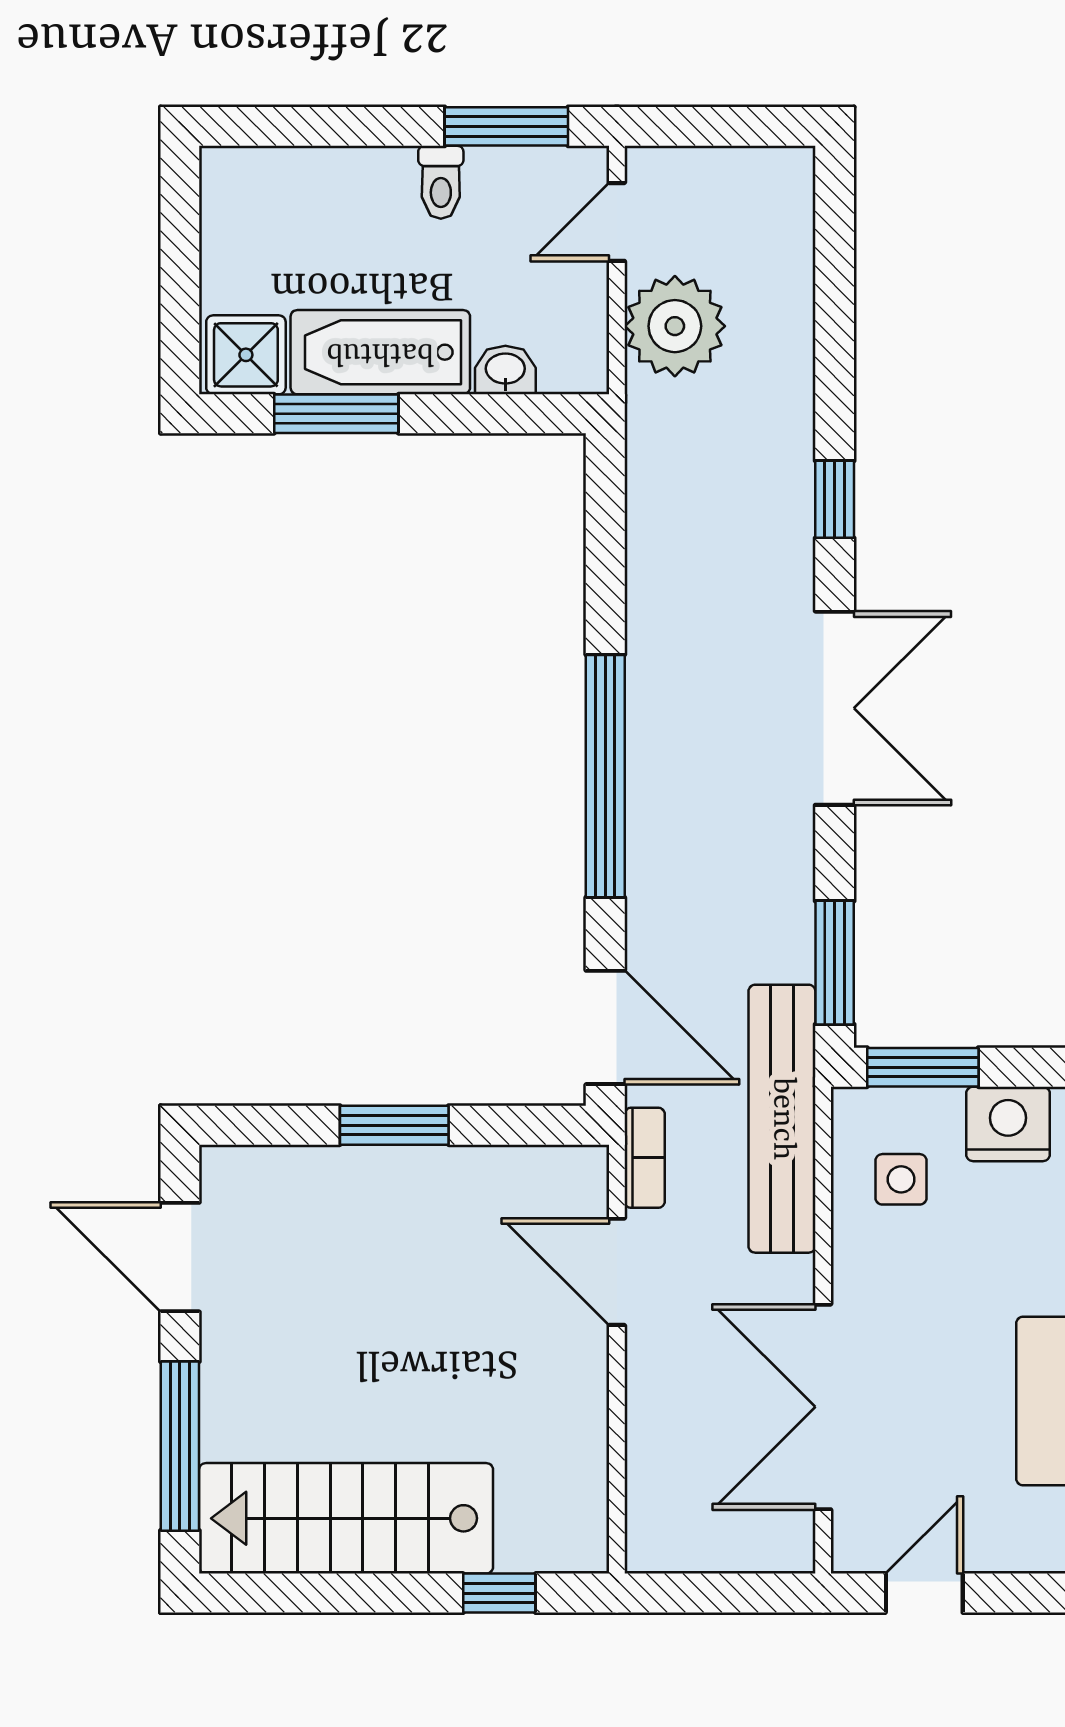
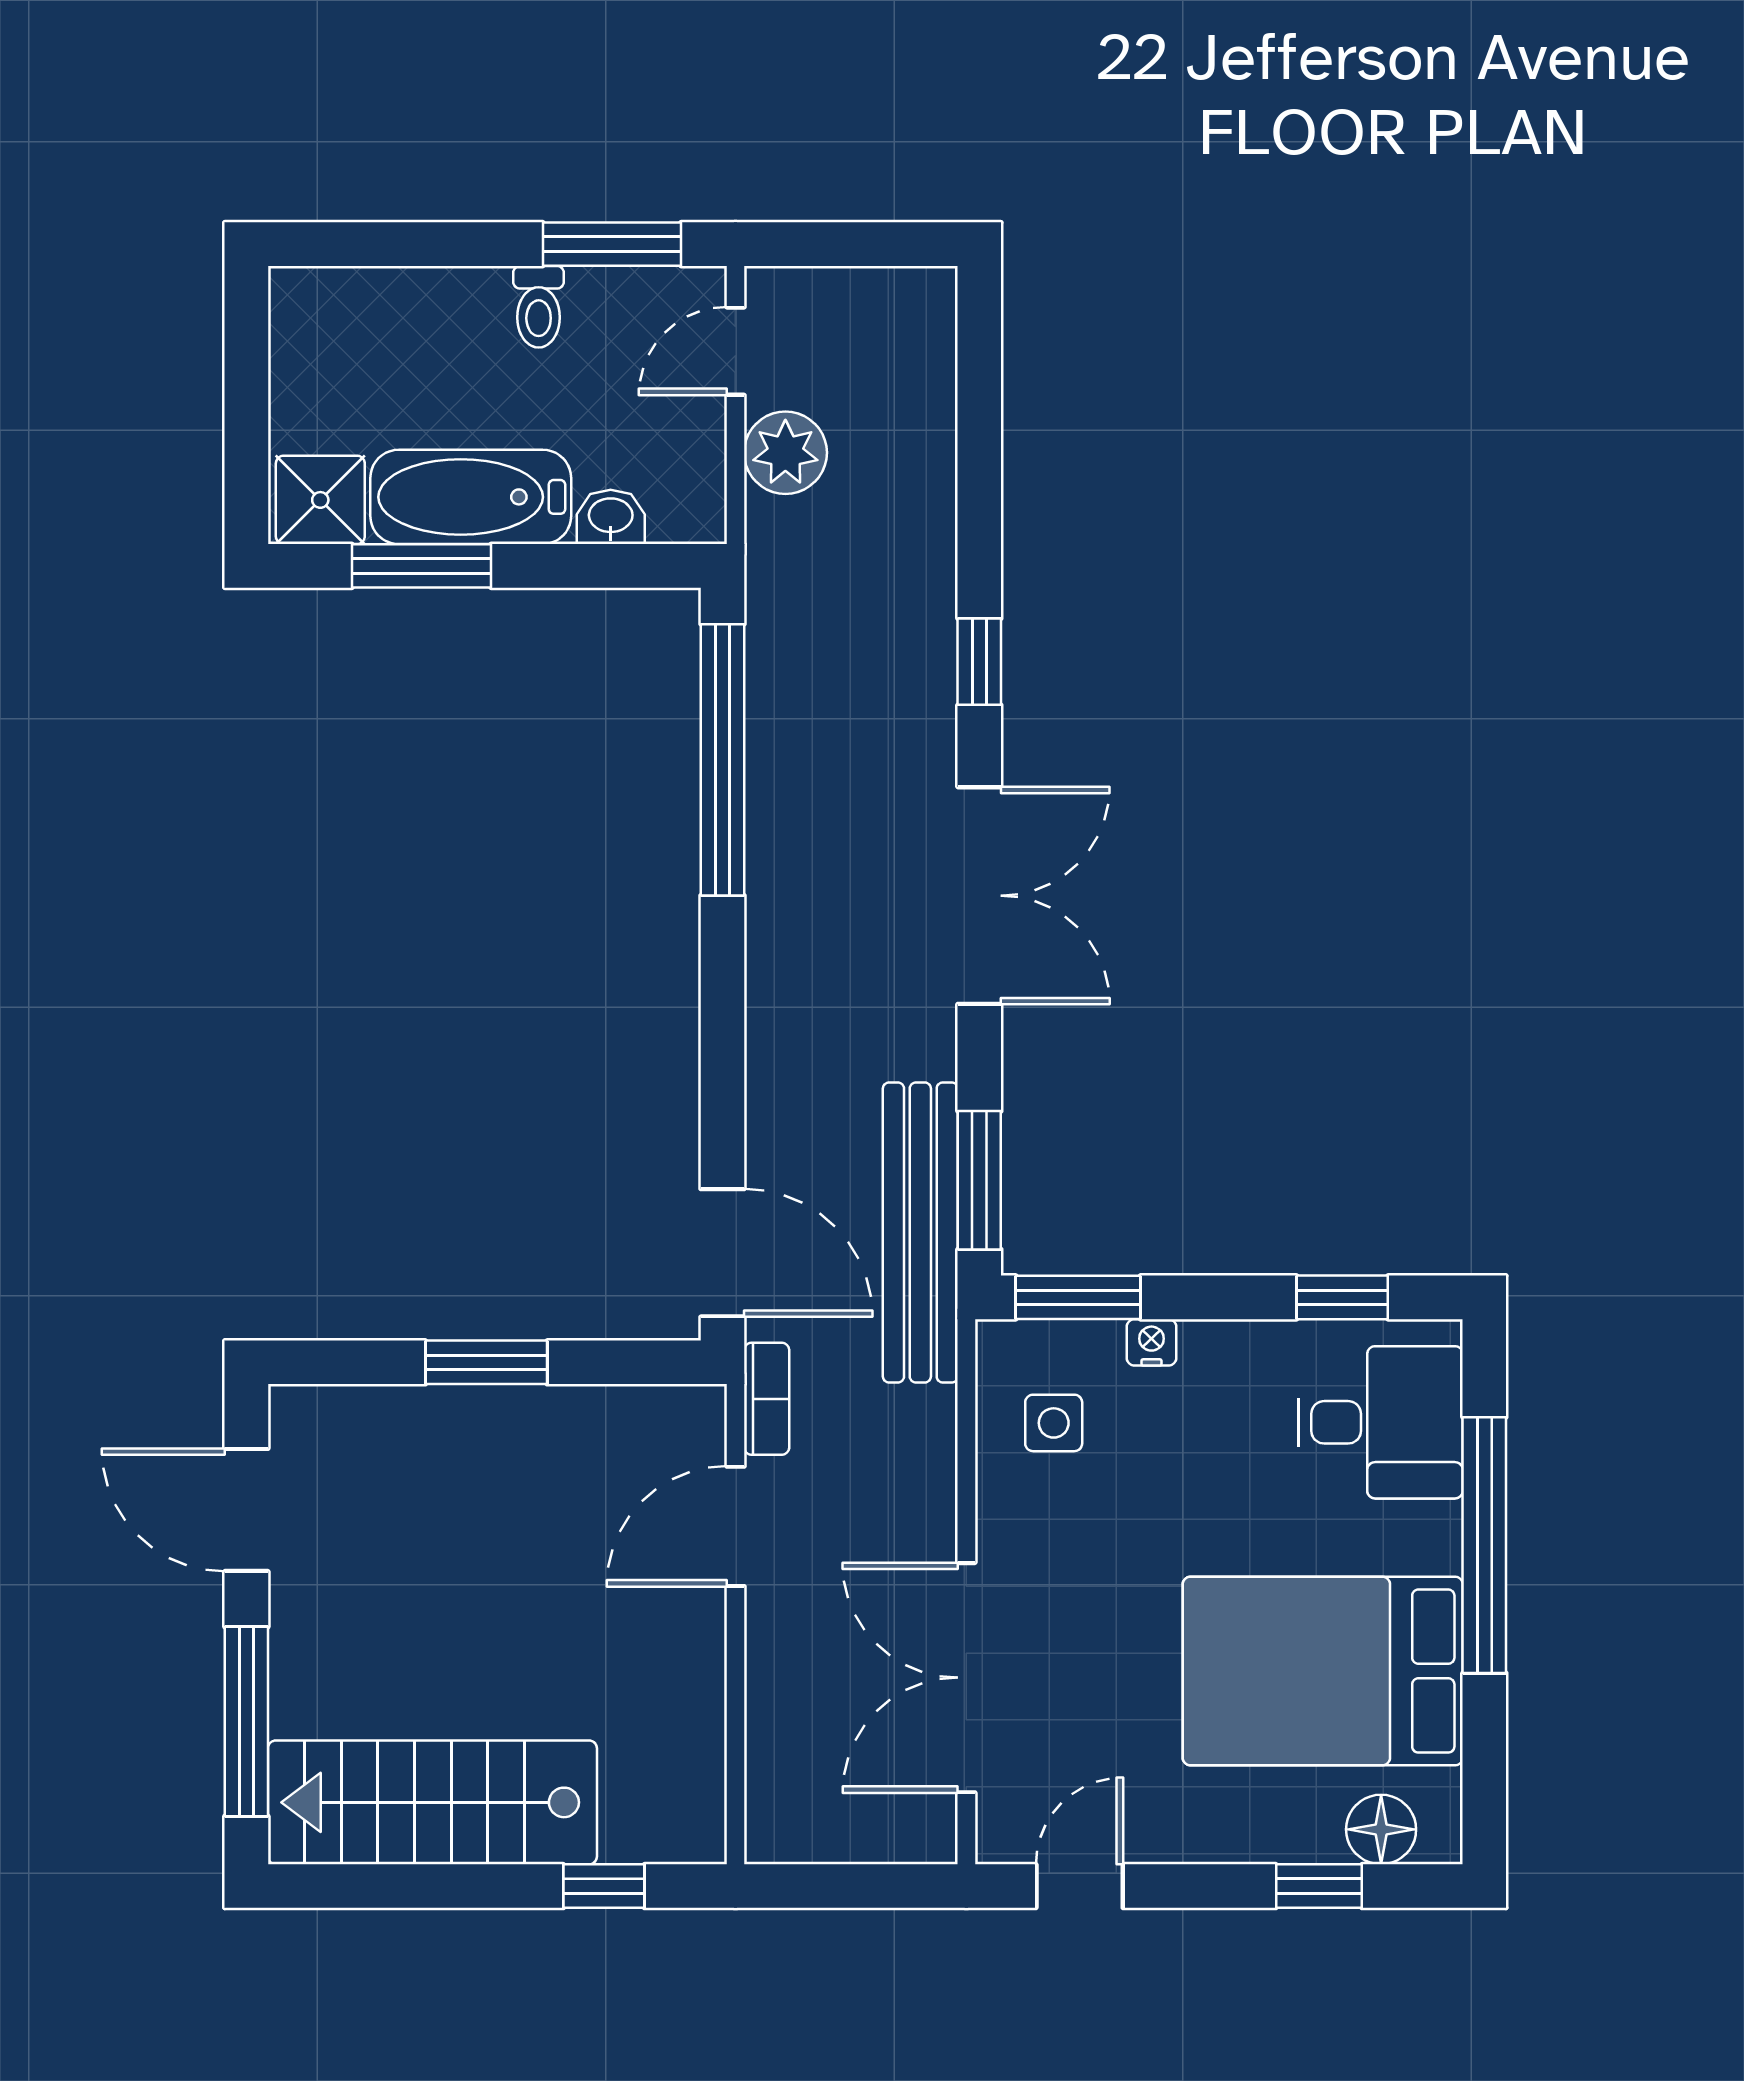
plant: (675, 326) -> (785, 453), width x0.73, depth x0.73
window: (605, 776) -> (723, 760), moved
bench: (782, 1119) -> (920, 1232), moved
nightstand: (1008, 1124) -> (1151, 1342), width x0.53, depth x0.56
door: (617, 1272) -> (735, 1526), hinge flipped

